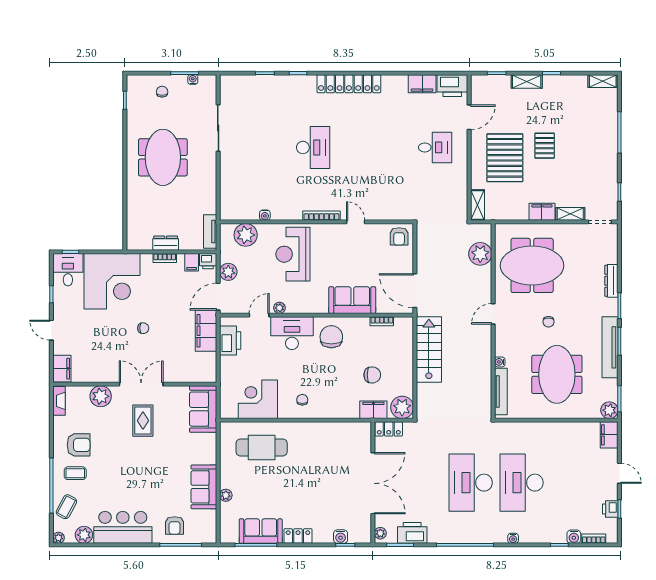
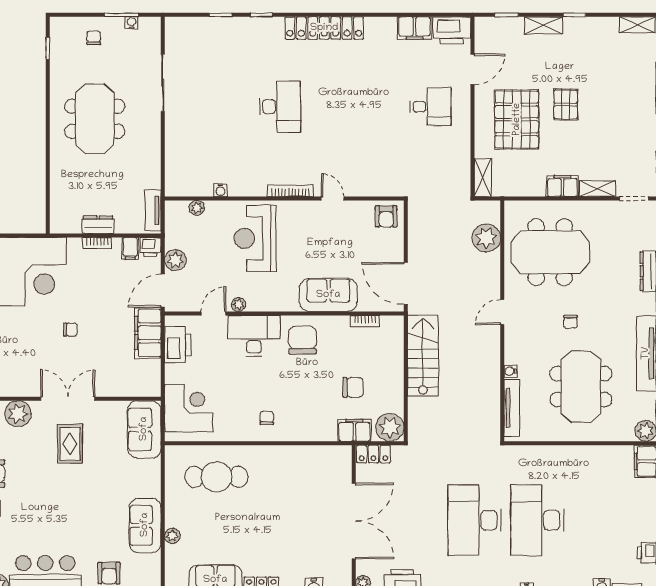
plant: (246, 235) -> (197, 208), width x0.53, depth x0.53
corner desk: (258, 399) -> (189, 408), moved, turned 90

